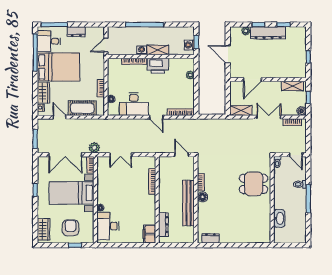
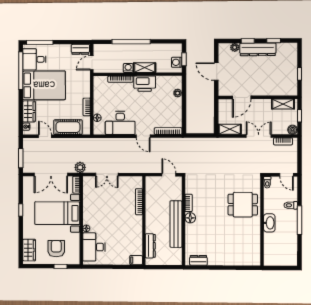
dresser: (76, 32) -> (80, 49), moved
washbasin: (279, 218) -> (269, 223), moved
filing cabinet: (149, 234) -> (136, 260), width x0.50

